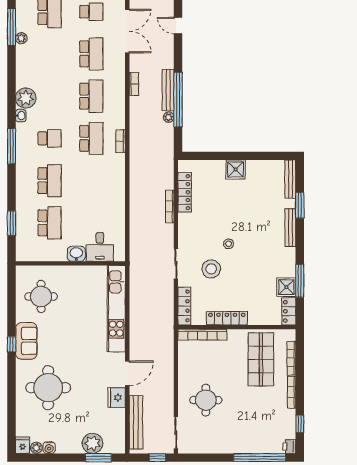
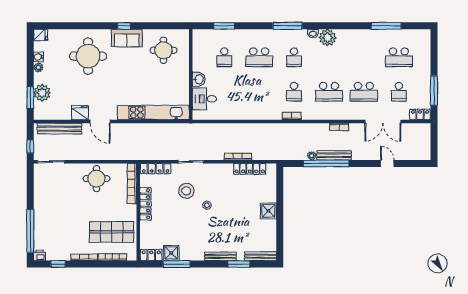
door: (178, 26) -> (387, 163), hinge flipped
plant: (21, 38) -> (377, 34), removed
school desk: (91, 138) -> (294, 92), width x0.54
school desk: (50, 223) -> (224, 57), width x0.54
round table: (206, 400) -> (96, 179), moved
plant: (36, 448) -> (38, 67), moved

